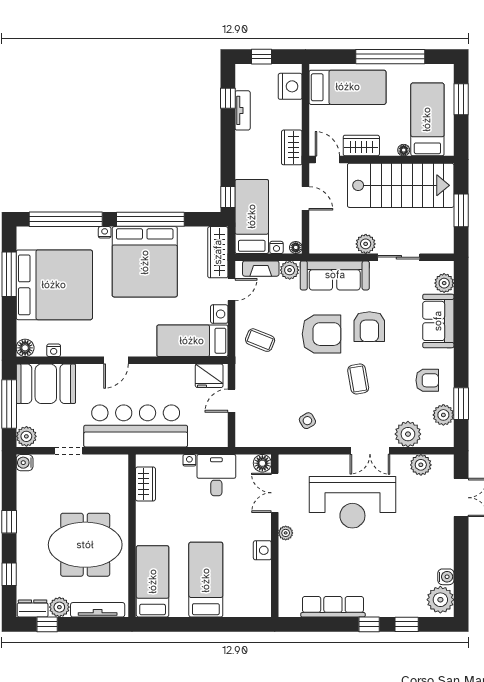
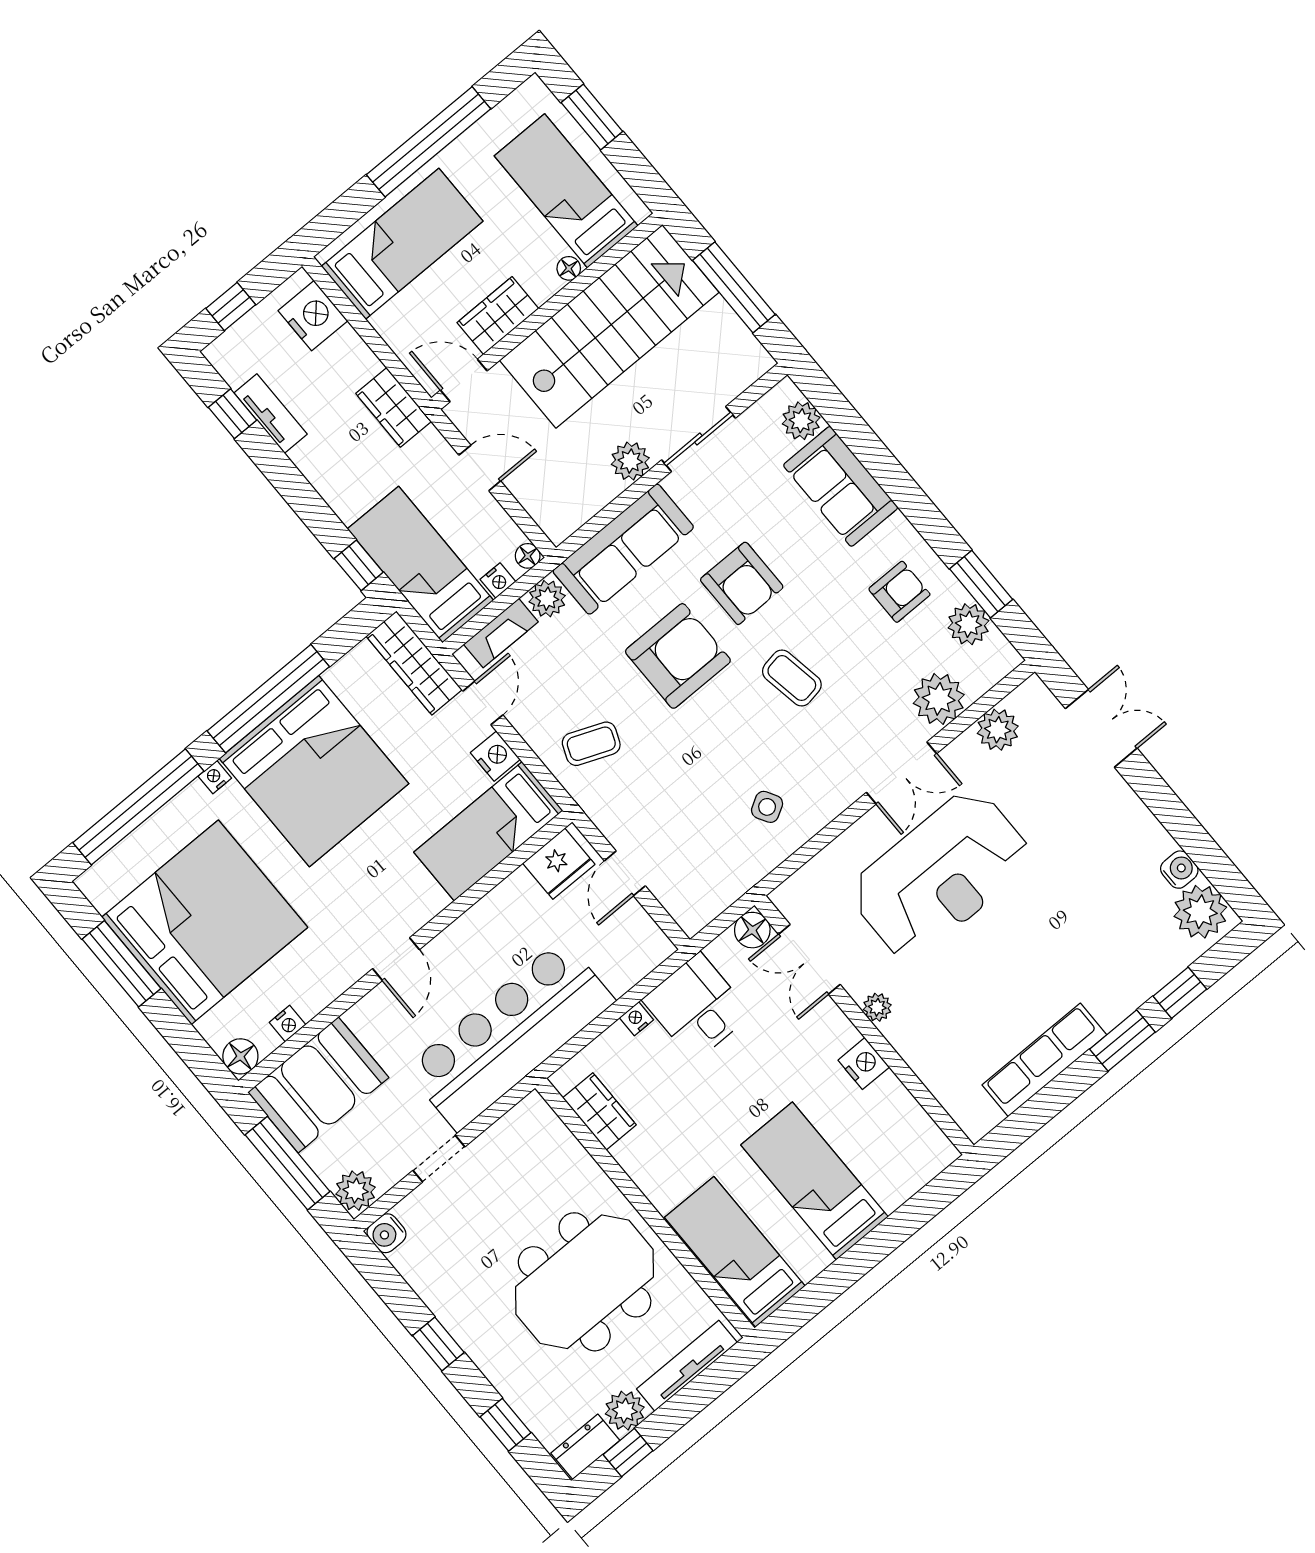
window: (461, 210) -> (734, 287), width x1.44
window: (369, 624) -> (1122, 1041), width x1.50

